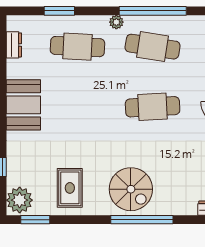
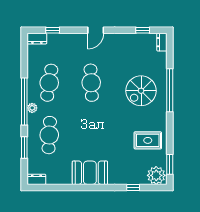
window: (153, 11) -> (24, 102), moved
dresser: (14, 45) -> (36, 179), moved
spiral stairs: (131, 189) -> (141, 91), moved, turned 180

